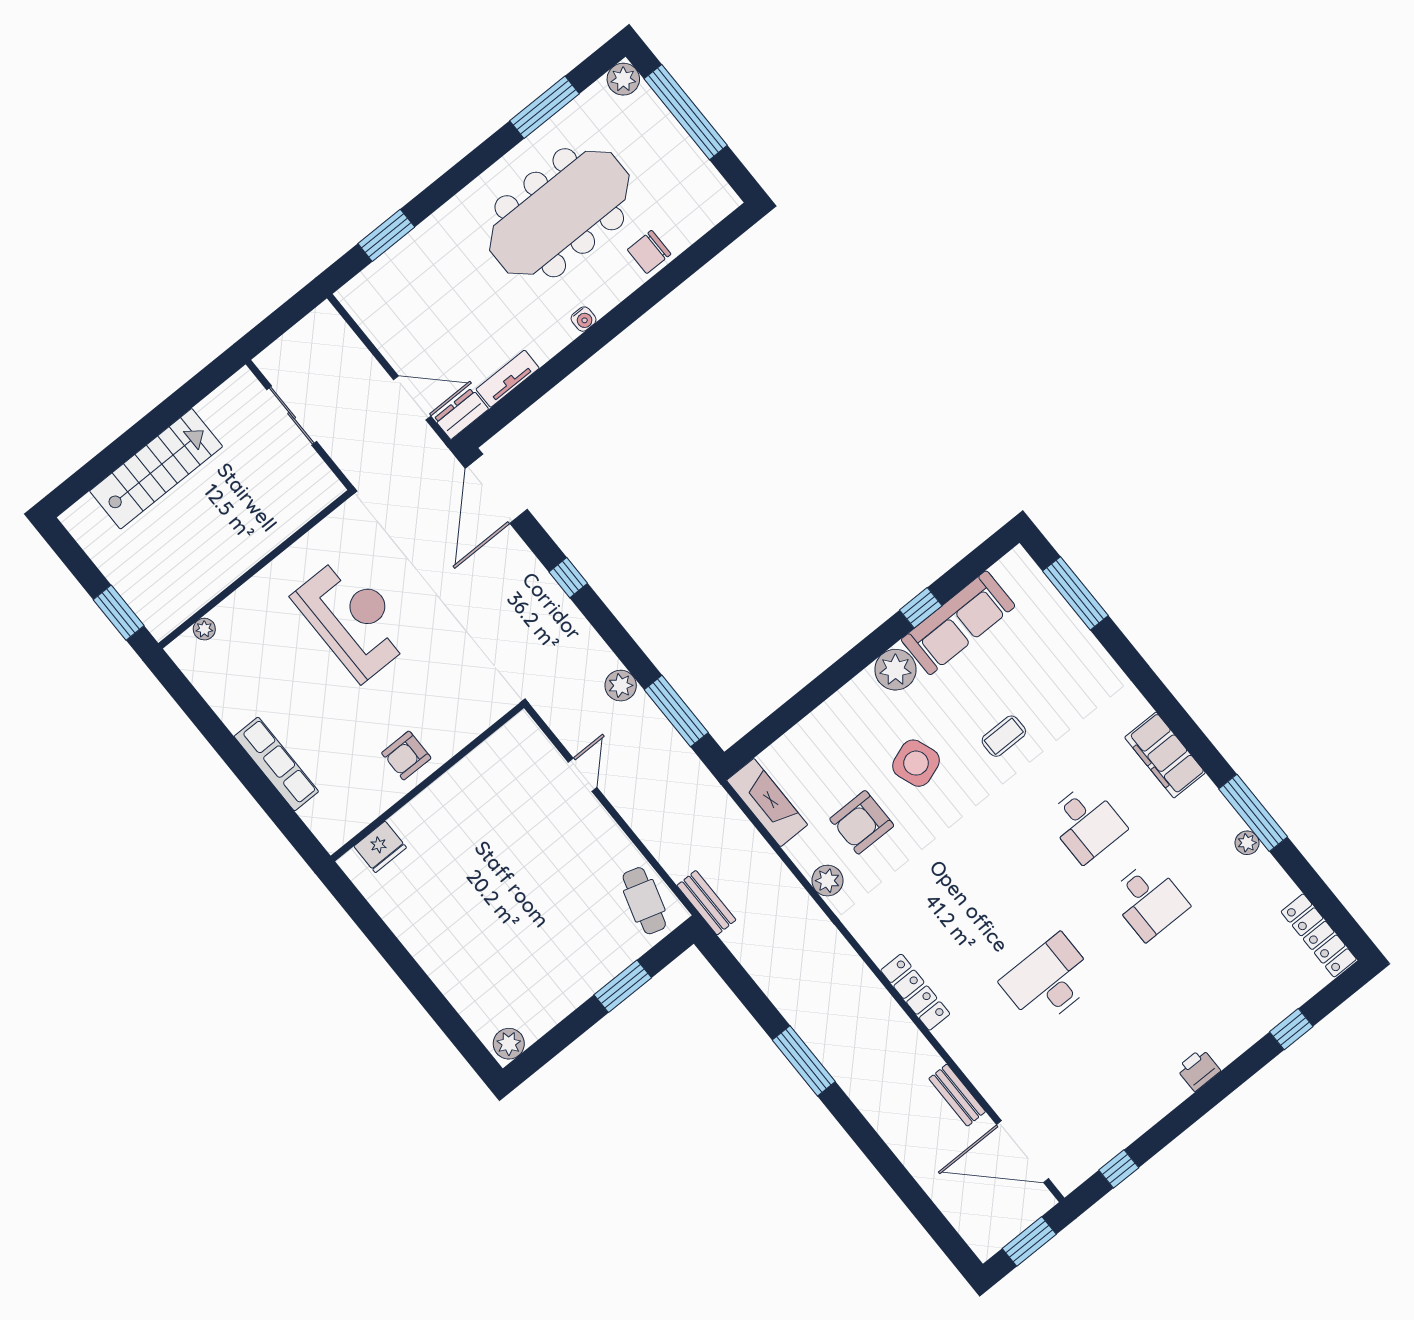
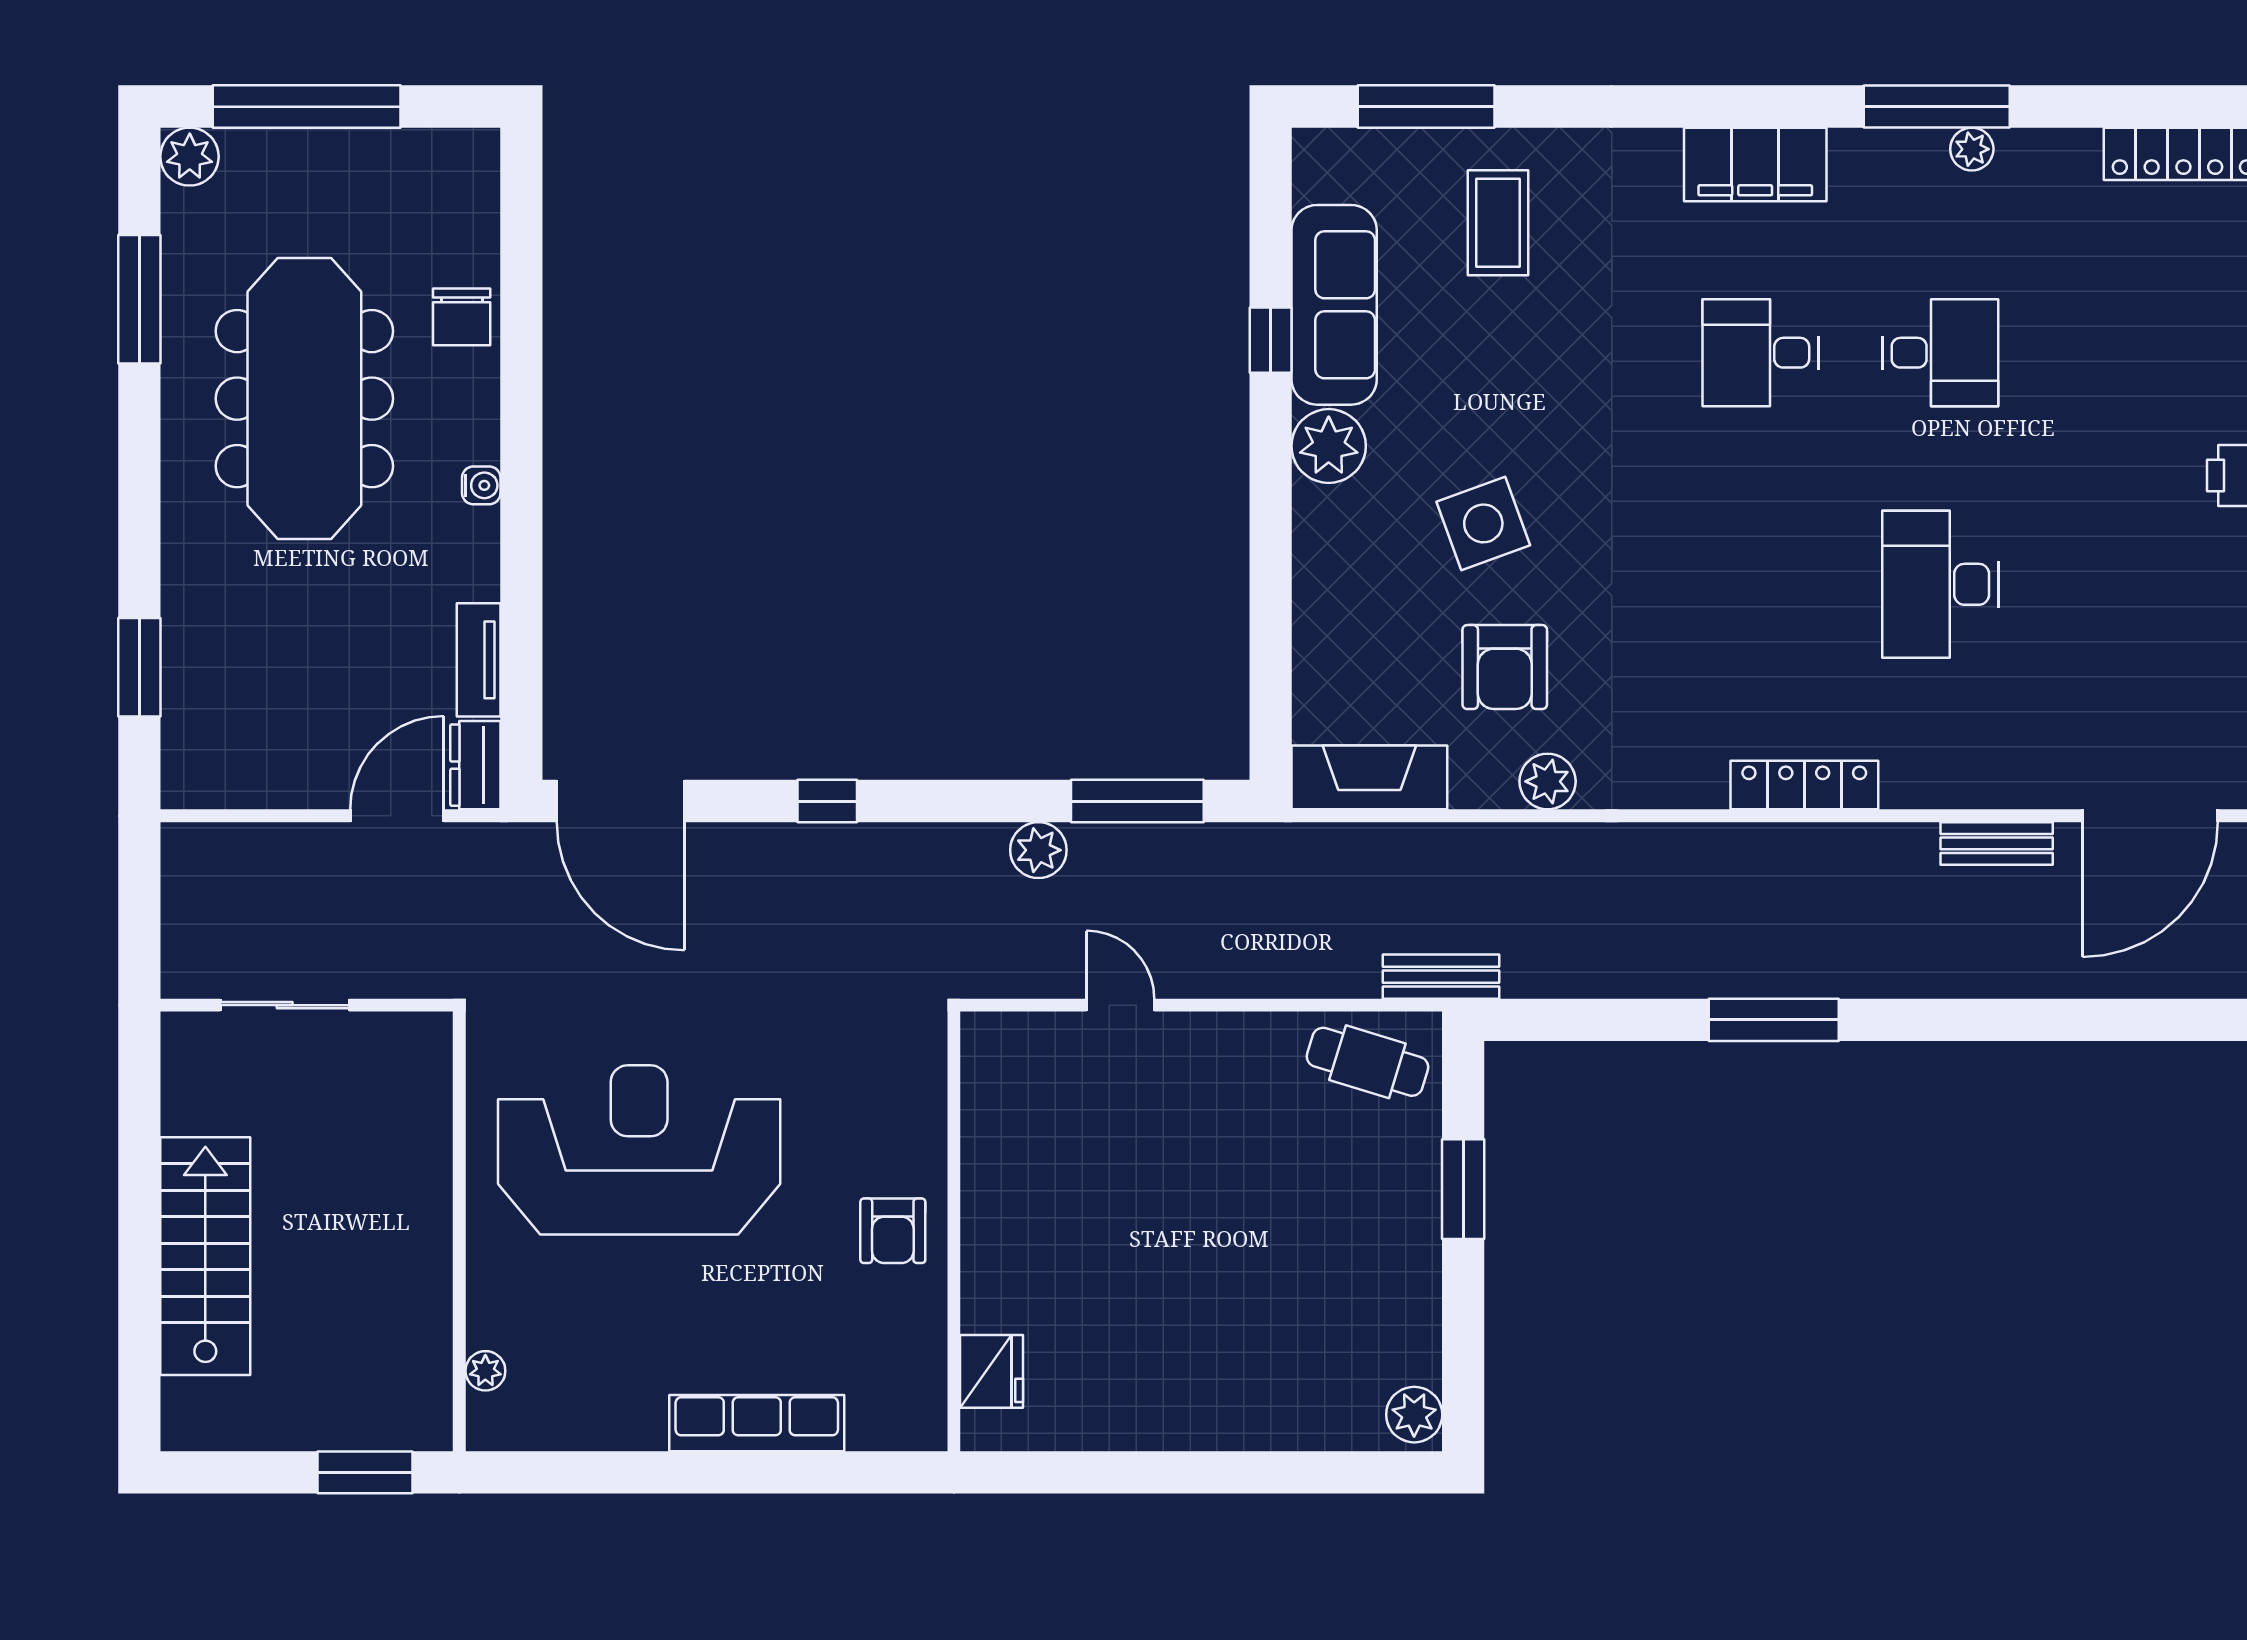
reception desk: (353, 618) -> (639, 1150), width x1.36, depth x1.30
coffee table: (1004, 736) -> (1498, 223), moved, width x1.36, depth x1.30
desk: (1086, 823) -> (1760, 353), turned 180

